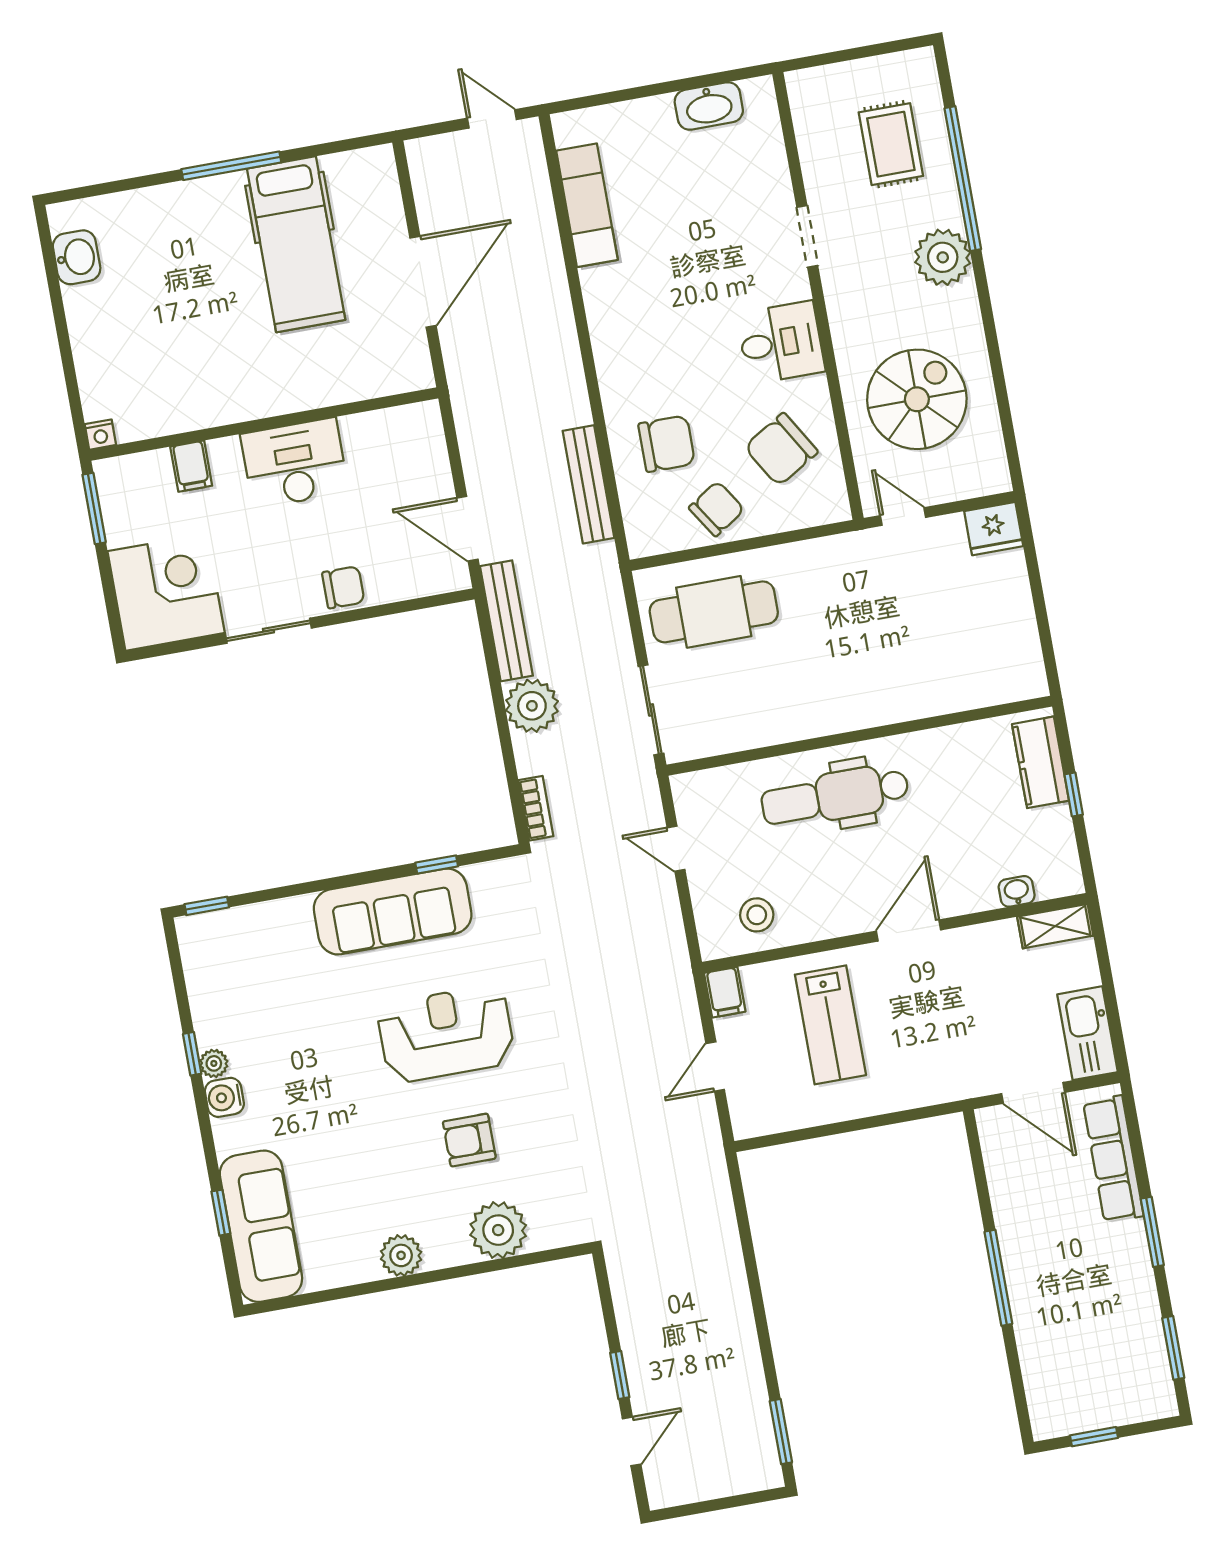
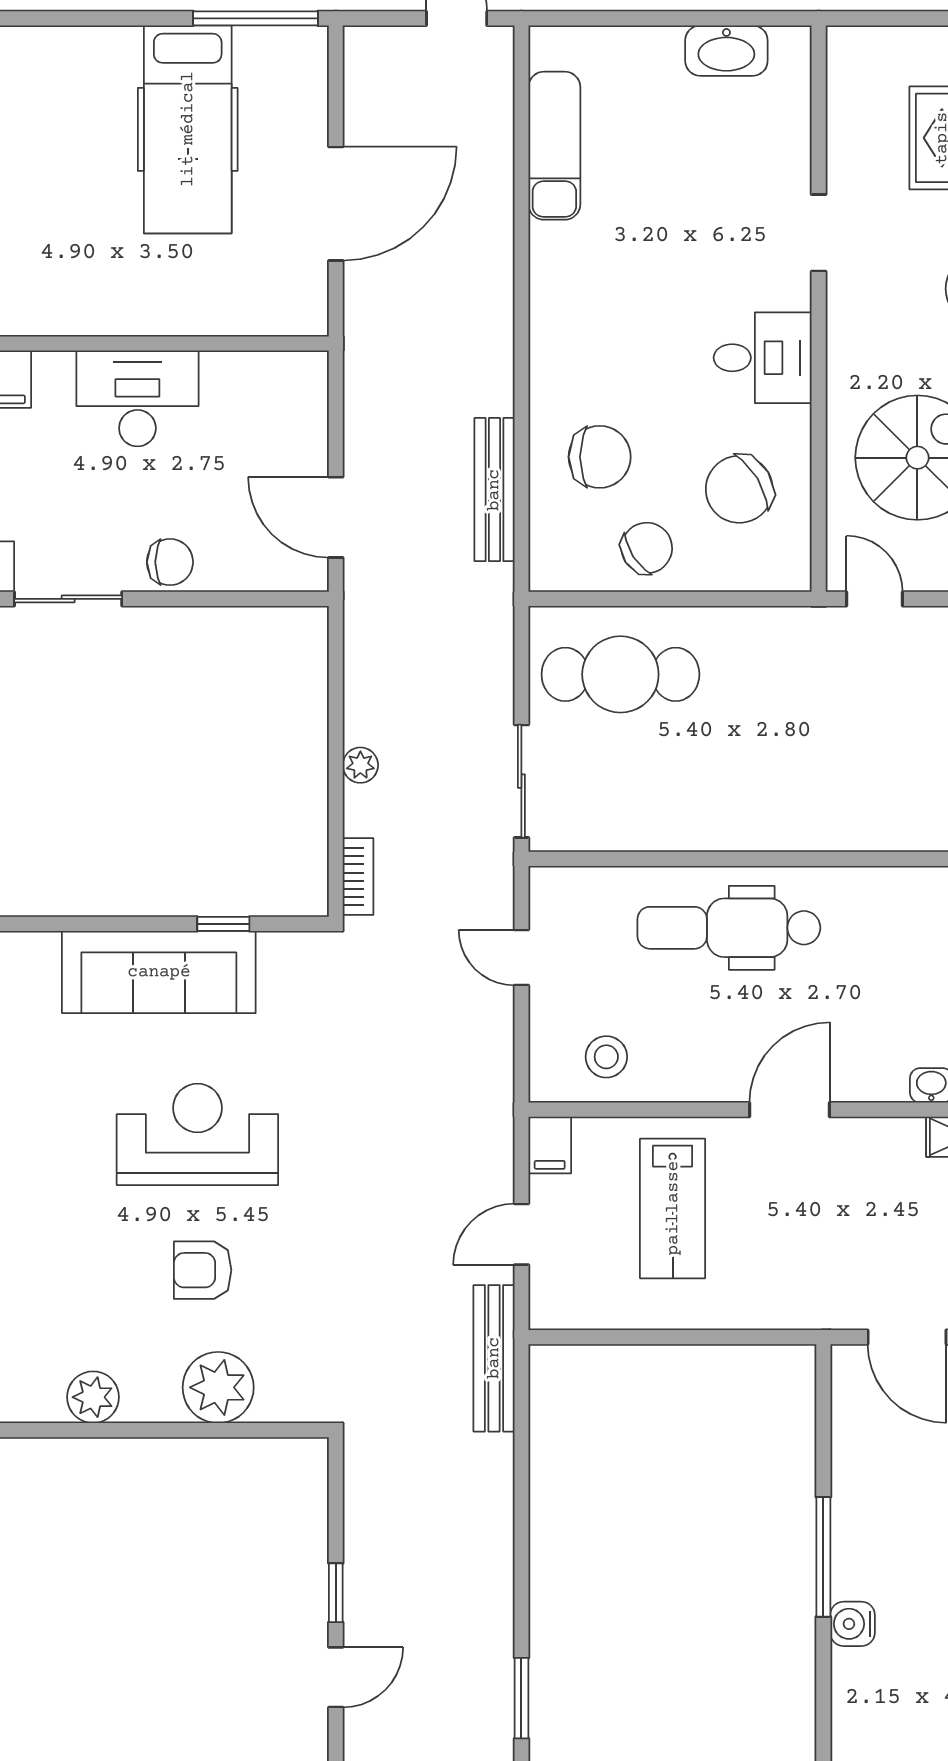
window: (231, 166) -> (256, 18), moved
bench: (506, 621) -> (494, 1358), moved
plant: (532, 706) -> (360, 765), width x0.53, depth x0.53
water cooler: (1031, 1326) -> (853, 1624), added

